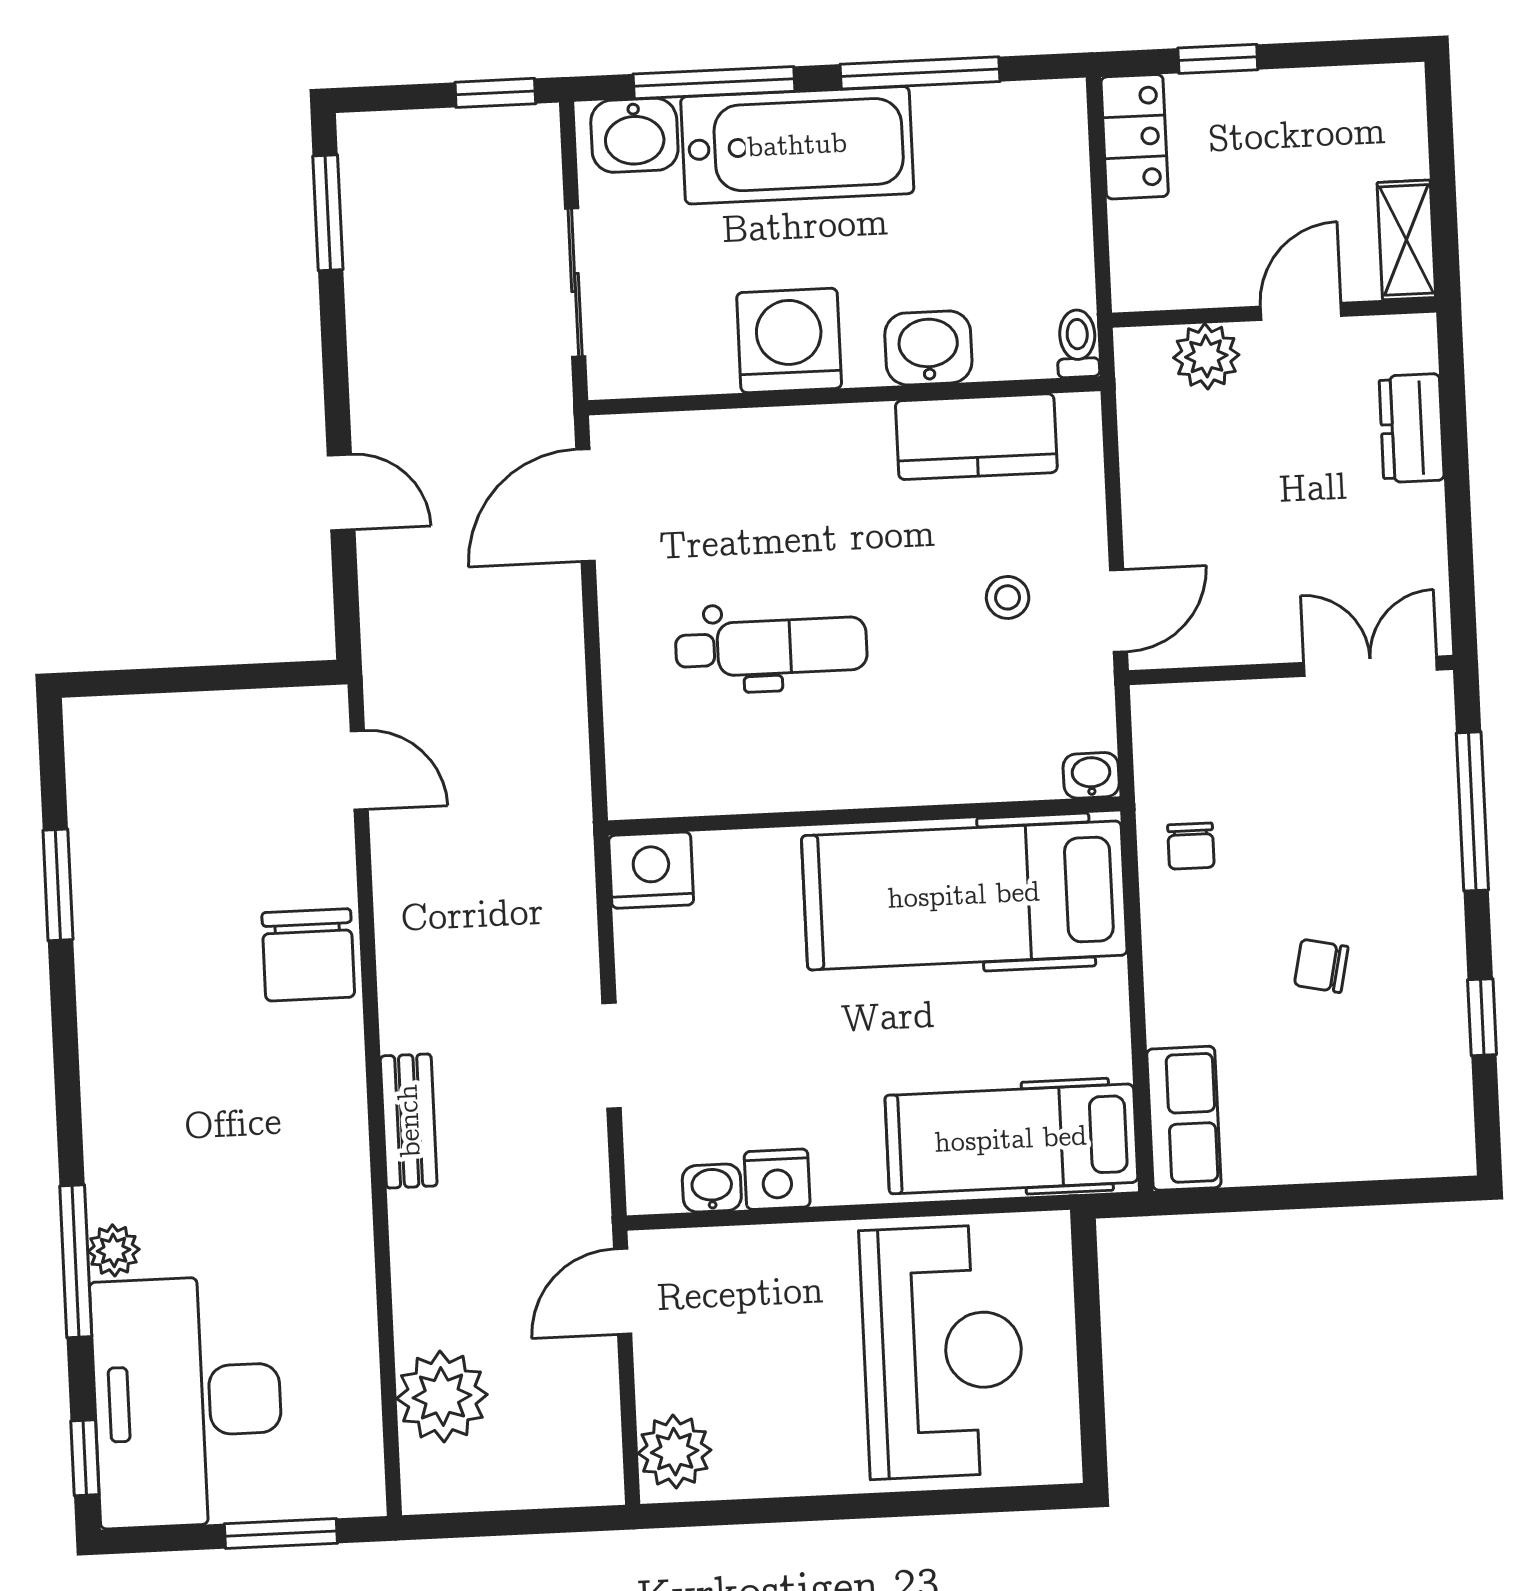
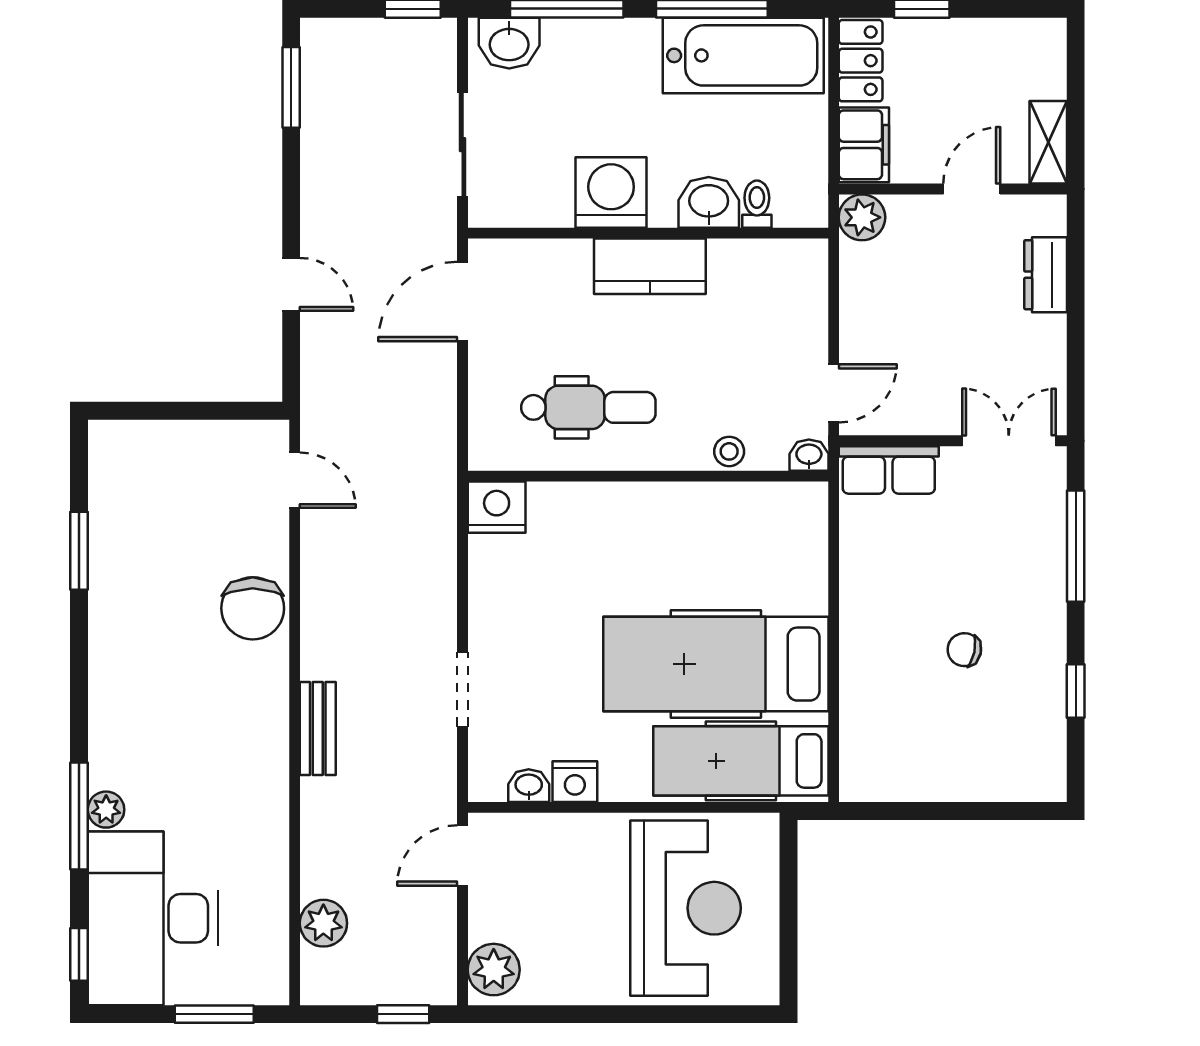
bathtub: (797, 145) -> (743, 55), moved
filing cabinet: (1145, 256) -> (864, 145), added
toilet: (1078, 343) -> (757, 204), moved
plant: (1206, 356) -> (862, 217), moved
kitchen counter: (976, 437) -> (650, 266), moved
stool: (1008, 597) -> (729, 451), moved
washbasin: (1091, 775) -> (809, 455), moved
wall: (864, 816) -> (648, 476), moved
chair: (1191, 846) -> (877, 561), removed
nightstand: (651, 870) -> (497, 507), moved
hospital bed: (964, 895) -> (716, 664), moved
row of seats: (1184, 1118) -> (889, 470), moved, turned 90
plant: (442, 1397) -> (323, 923), width x0.73, depth x0.73
window: (549, 1521) -> (403, 1014), added

